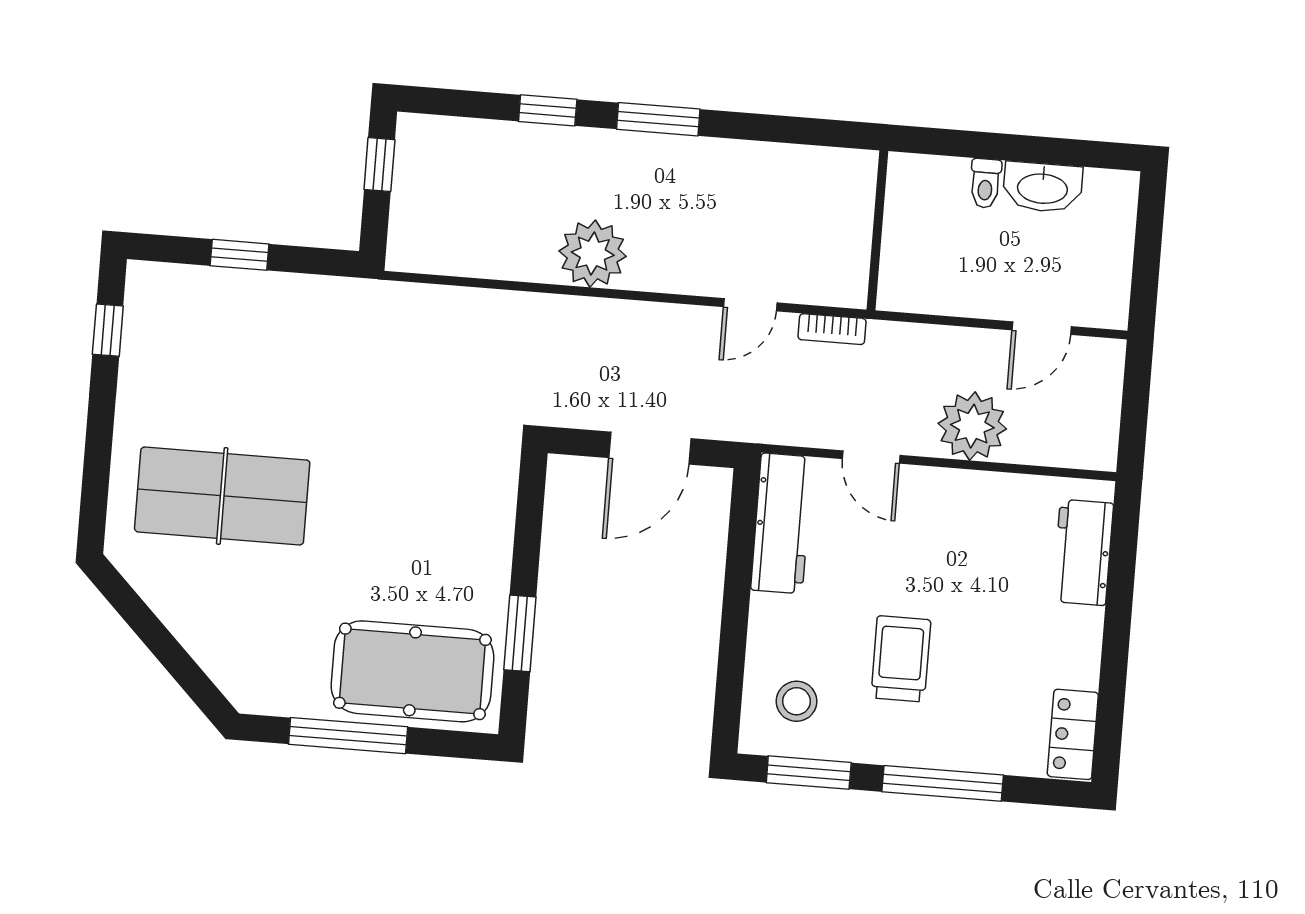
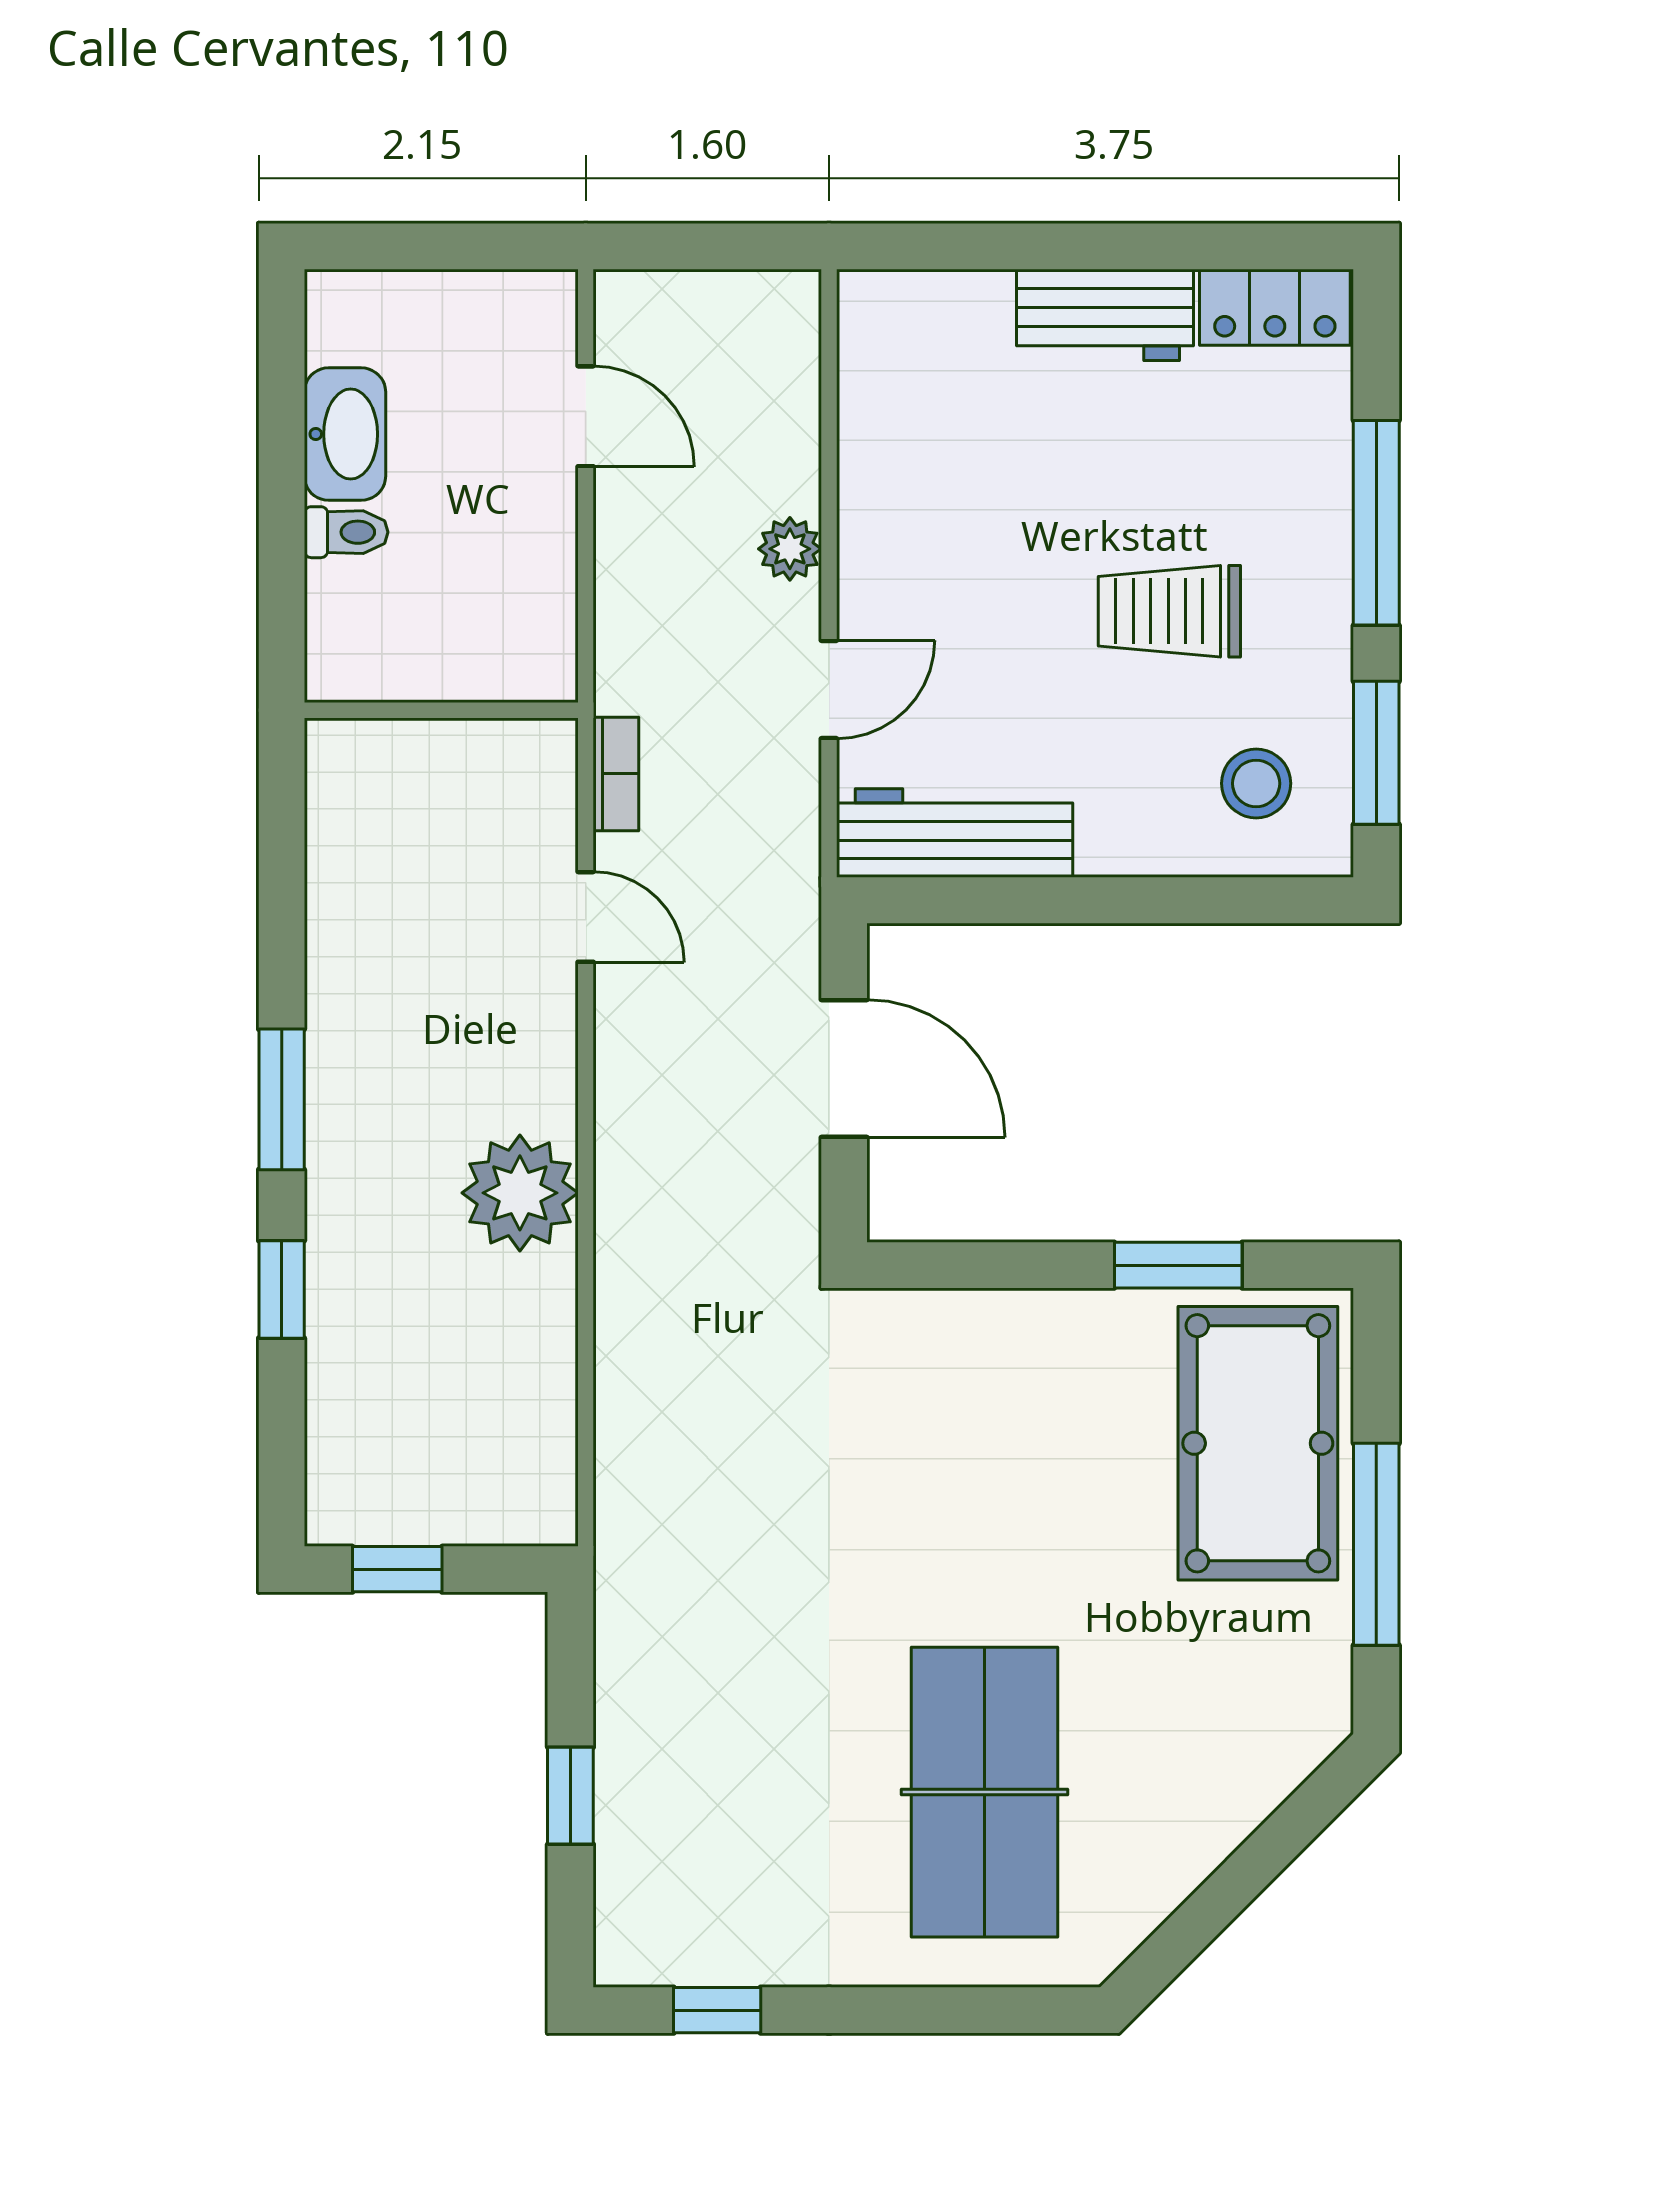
plant: (972, 426) -> (790, 549), width x0.53, depth x0.53
workbench: (1083, 552) -> (1105, 315), moved

